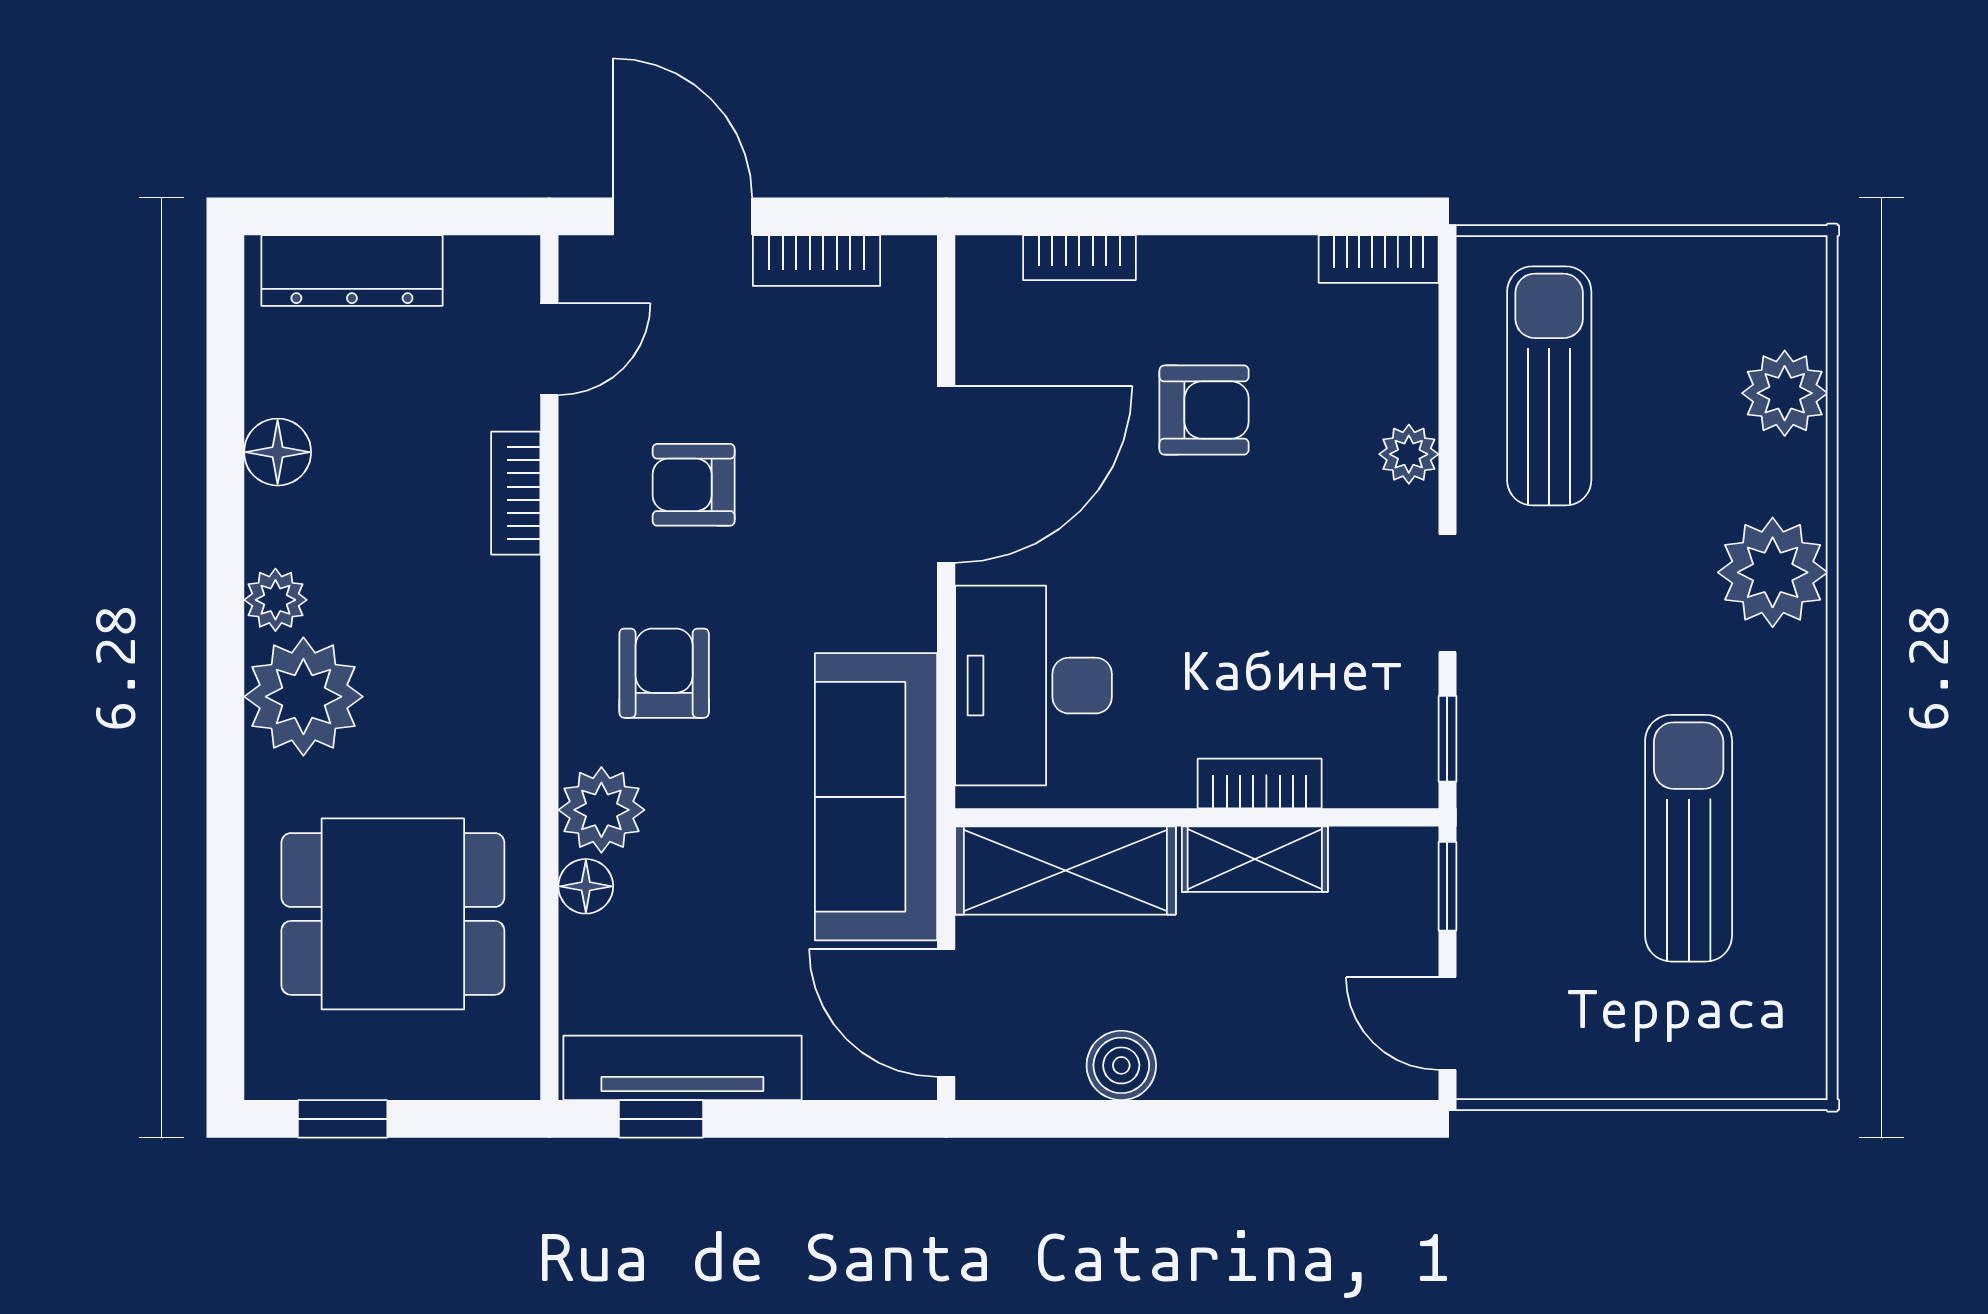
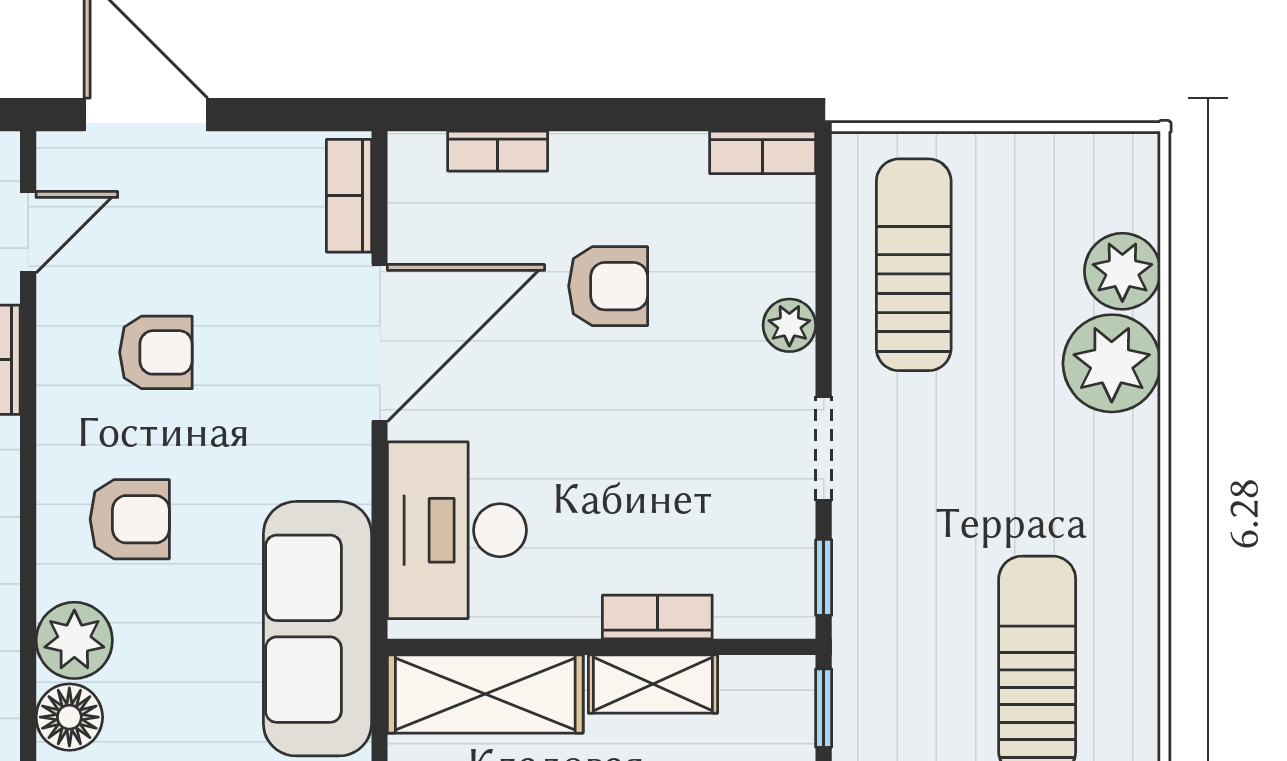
bookcase: (817, 260) -> (349, 196), moved, turned 90
armchair: (694, 485) -> (156, 352), turned 180
plant: (1773, 572) -> (1112, 363), moved
armchair: (664, 673) -> (130, 519), turned 90
floor lamp: (586, 886) -> (69, 717), width x1.37, depth x1.37

